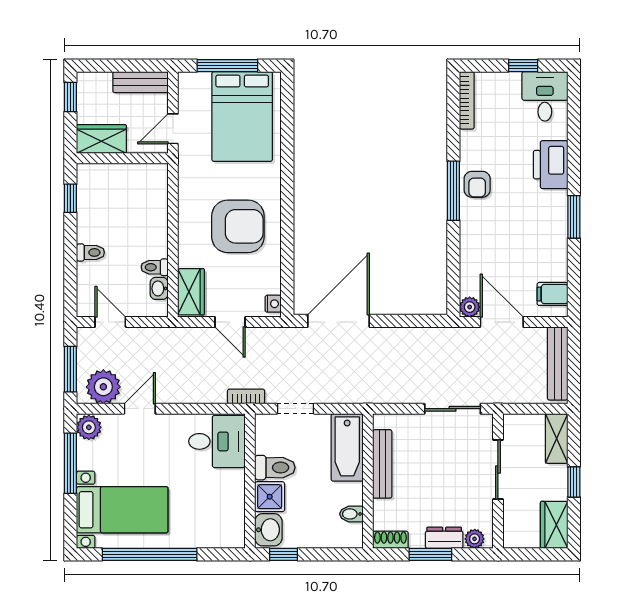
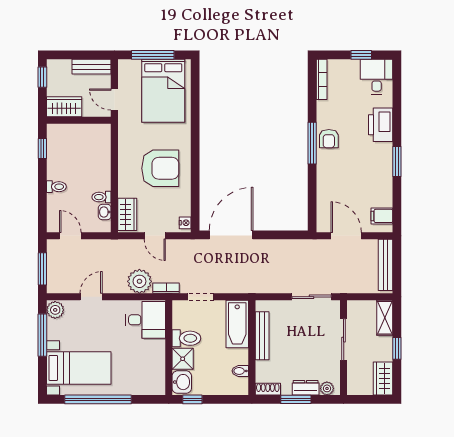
door: (173, 129) -> (114, 100), hinge flipped
plant: (470, 307) -> (324, 225), removed
plant: (103, 387) -> (139, 281), moved

